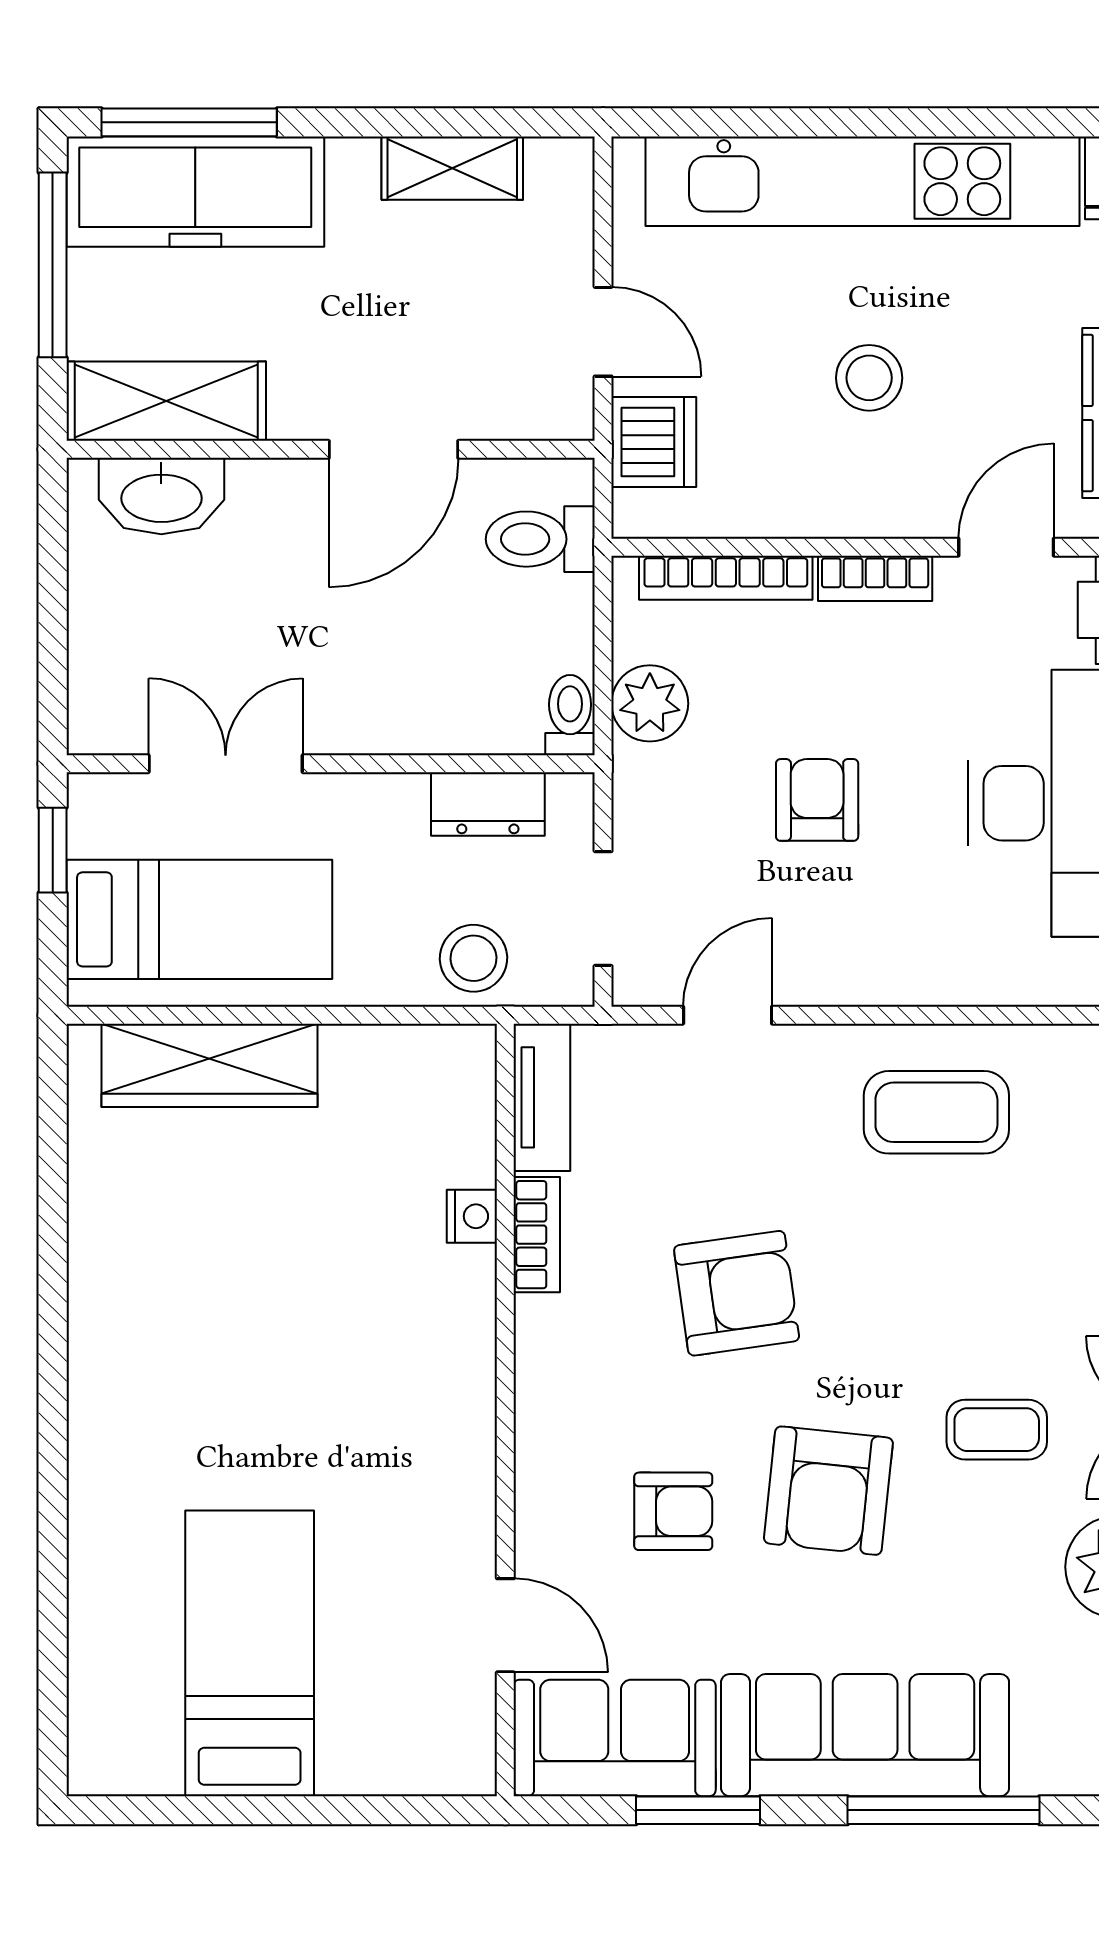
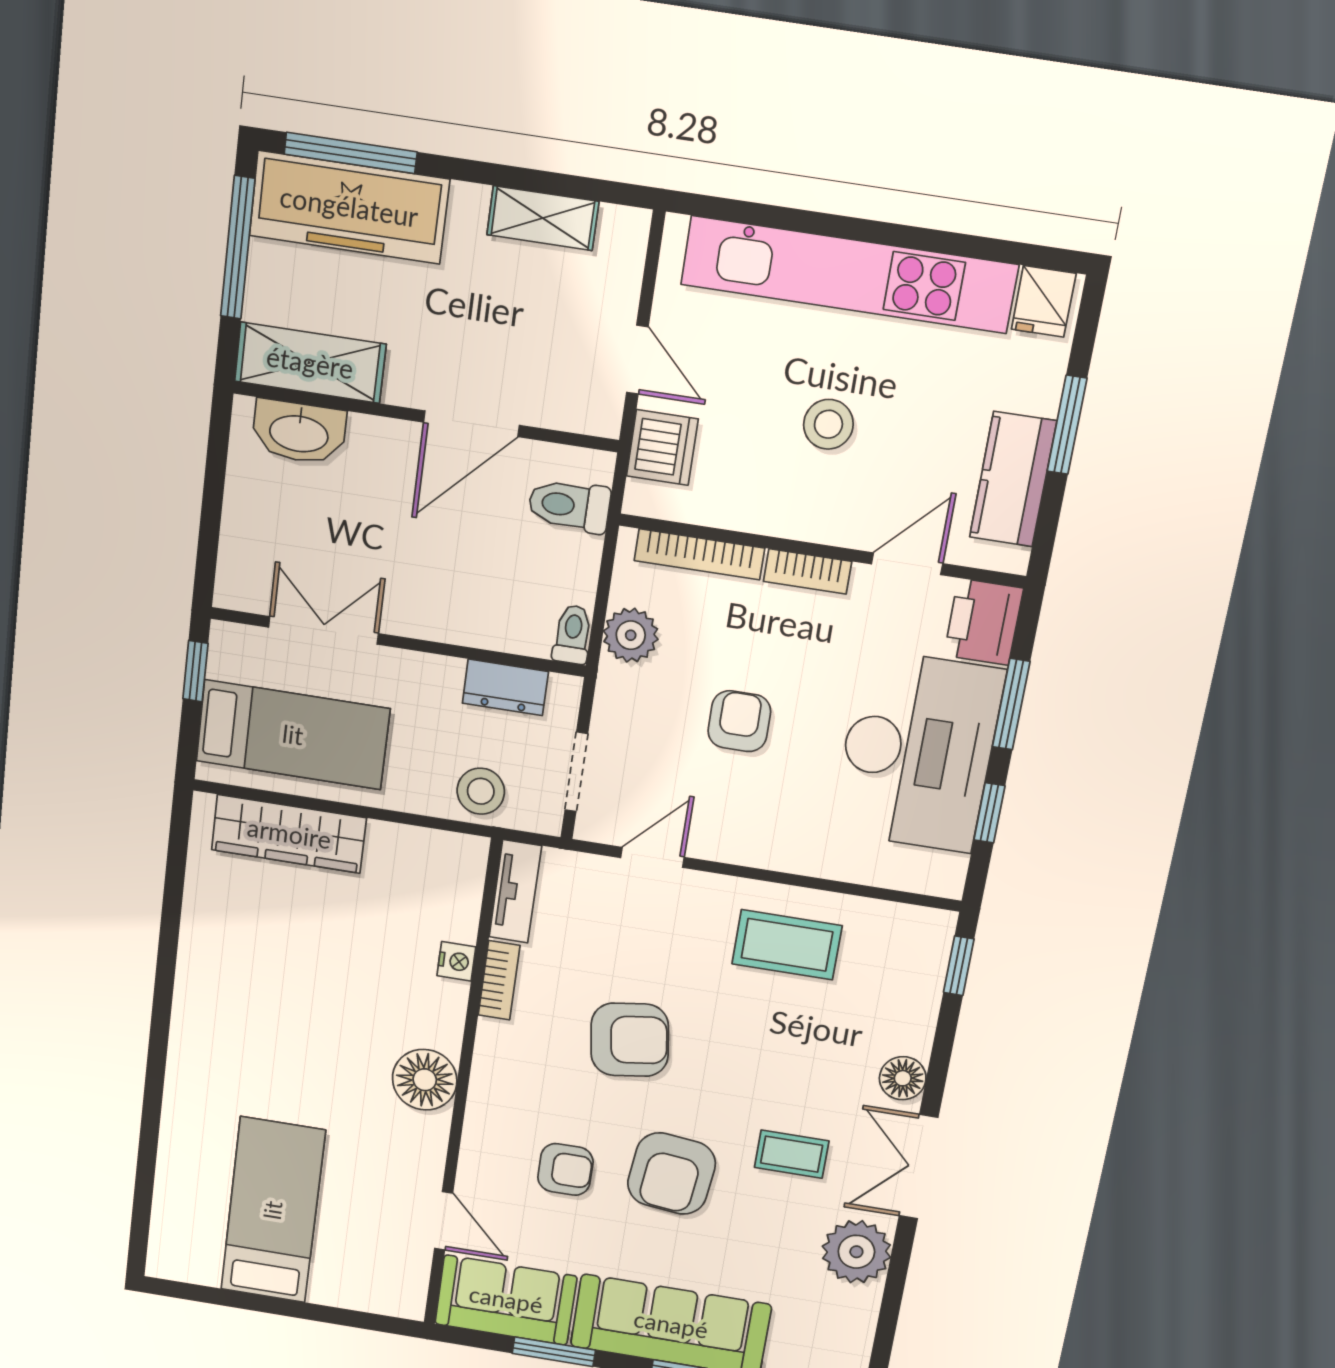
floor lamp: (449, 1406) -> (425, 1080), added

